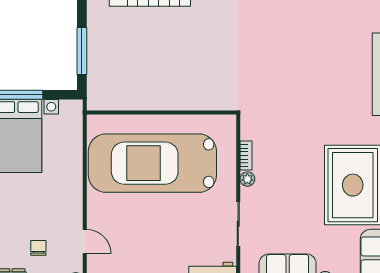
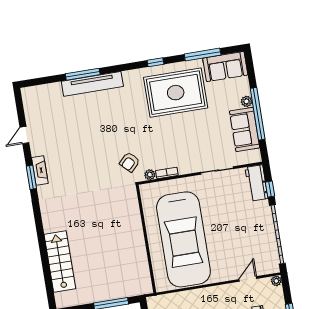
armchair: (269, 107) -> (130, 162), added
plant: (247, 179) -> (150, 175), moved

